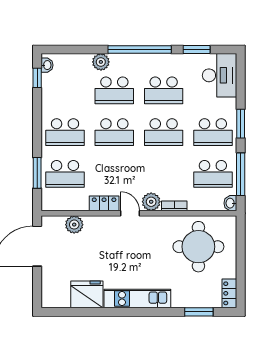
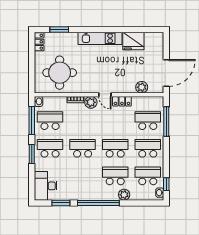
school desk: (164, 90) -> (148, 176), moved
window: (37, 173) -> (166, 121), width x1.44

